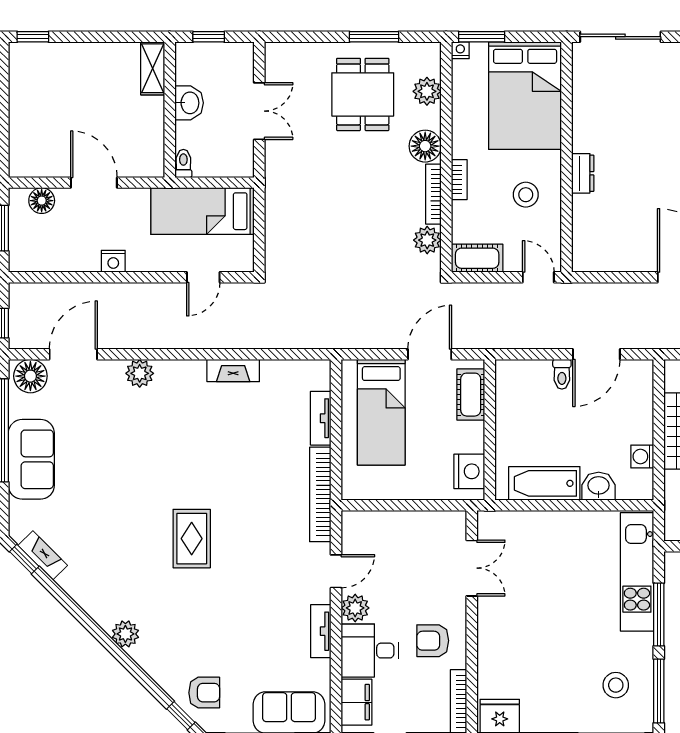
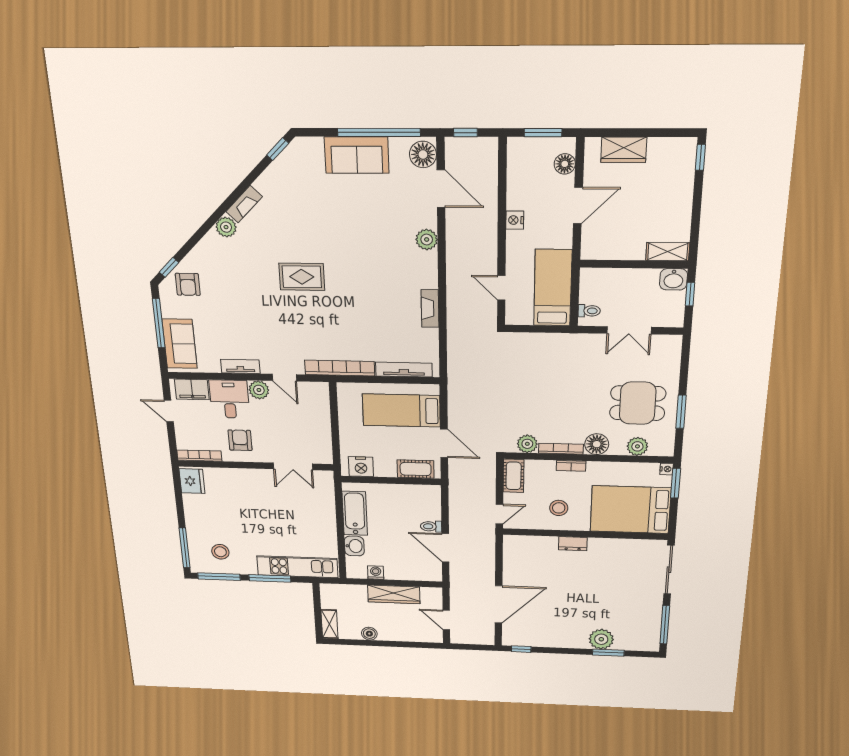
washbasin: (189, 103) -> (673, 279), moved
wardrobe: (24, 129) -> (624, 150), added
toilet: (183, 163) -> (589, 311), moved
tv unit: (321, 418) -> (404, 370), width x1.41
fireplace: (43, 555) -> (244, 204), moved

